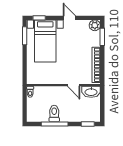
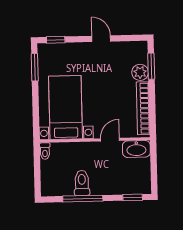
plant: (95, 25) -> (140, 72), moved
bed with nightstands: (45, 41) -> (66, 107), moved, turned 180
door: (74, 85) -> (110, 140), swing flipped

